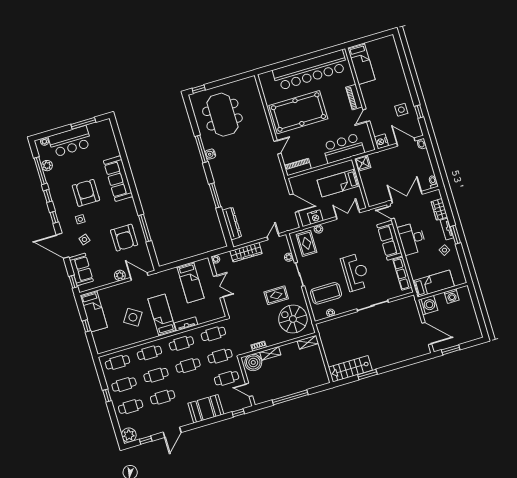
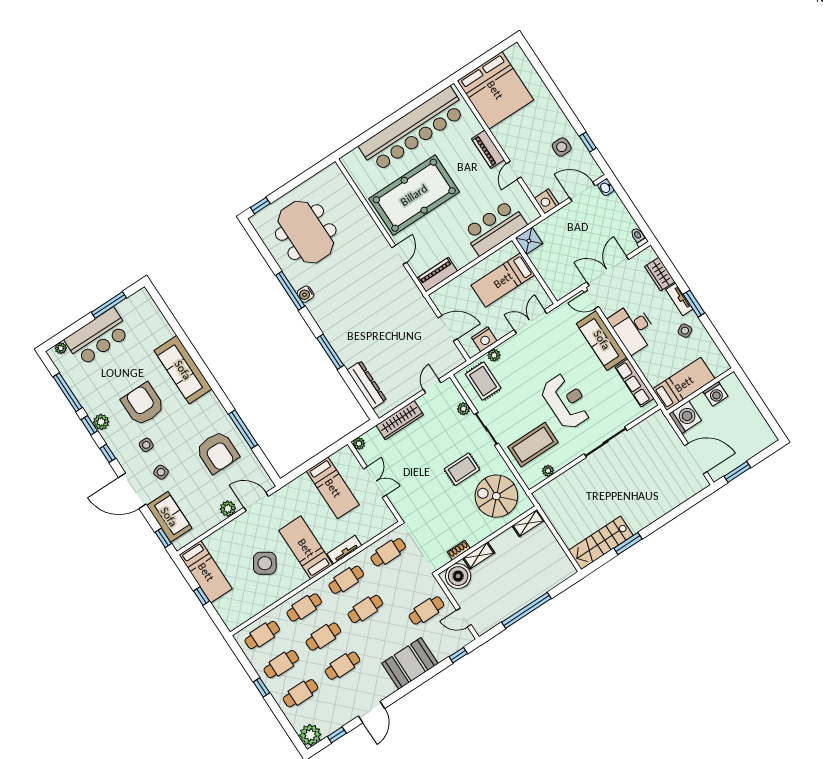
bed: (361, 64) -> (495, 90), width x2.04
plant: (47, 166) -> (101, 422), moved
cafe table: (220, 356) -> (407, 581), removed

